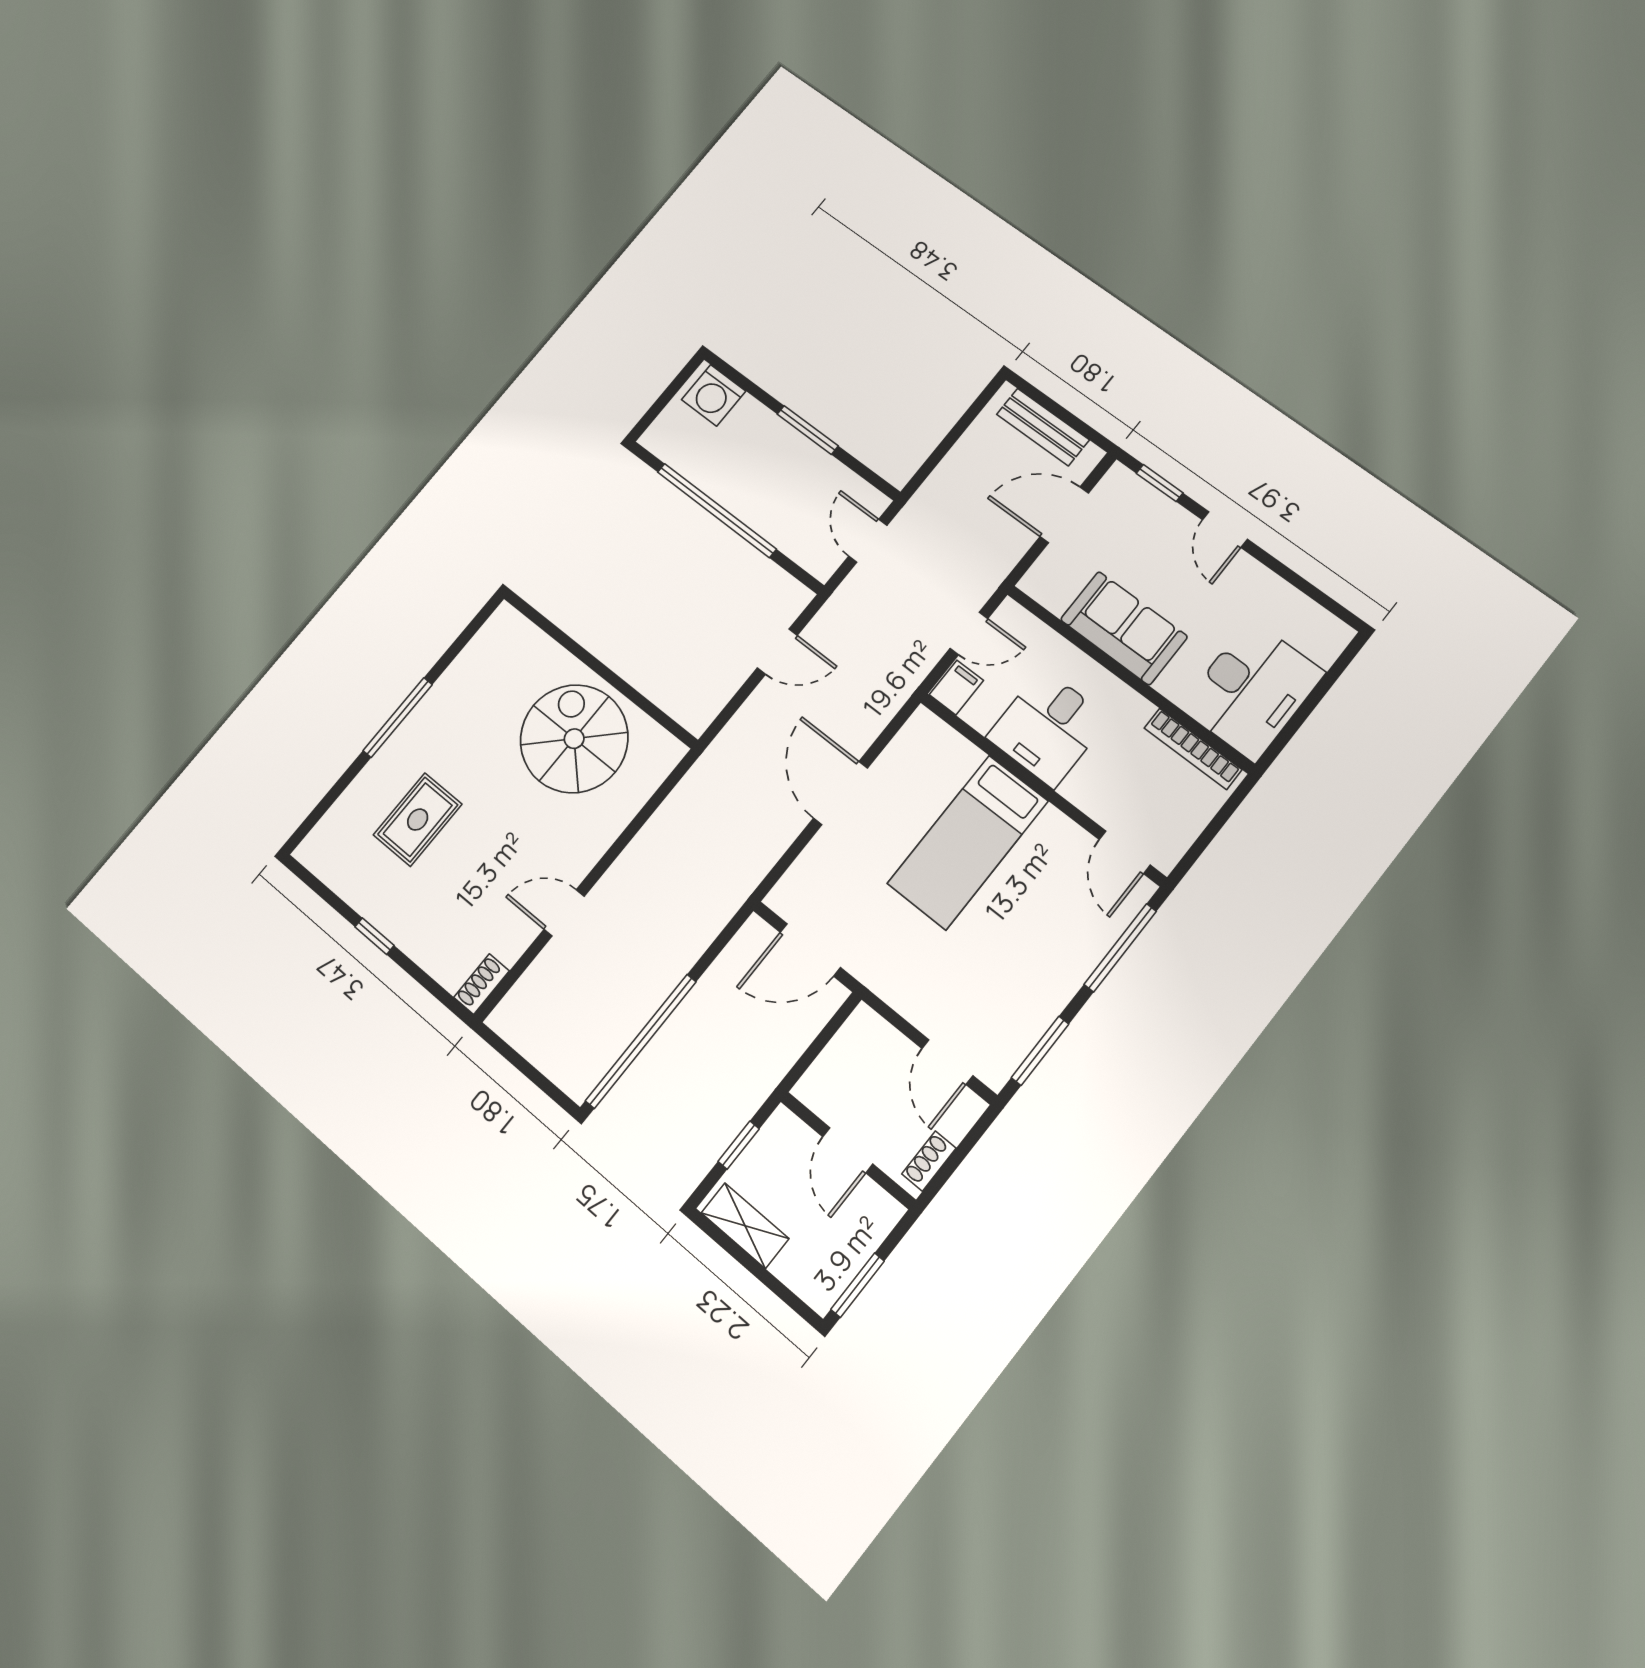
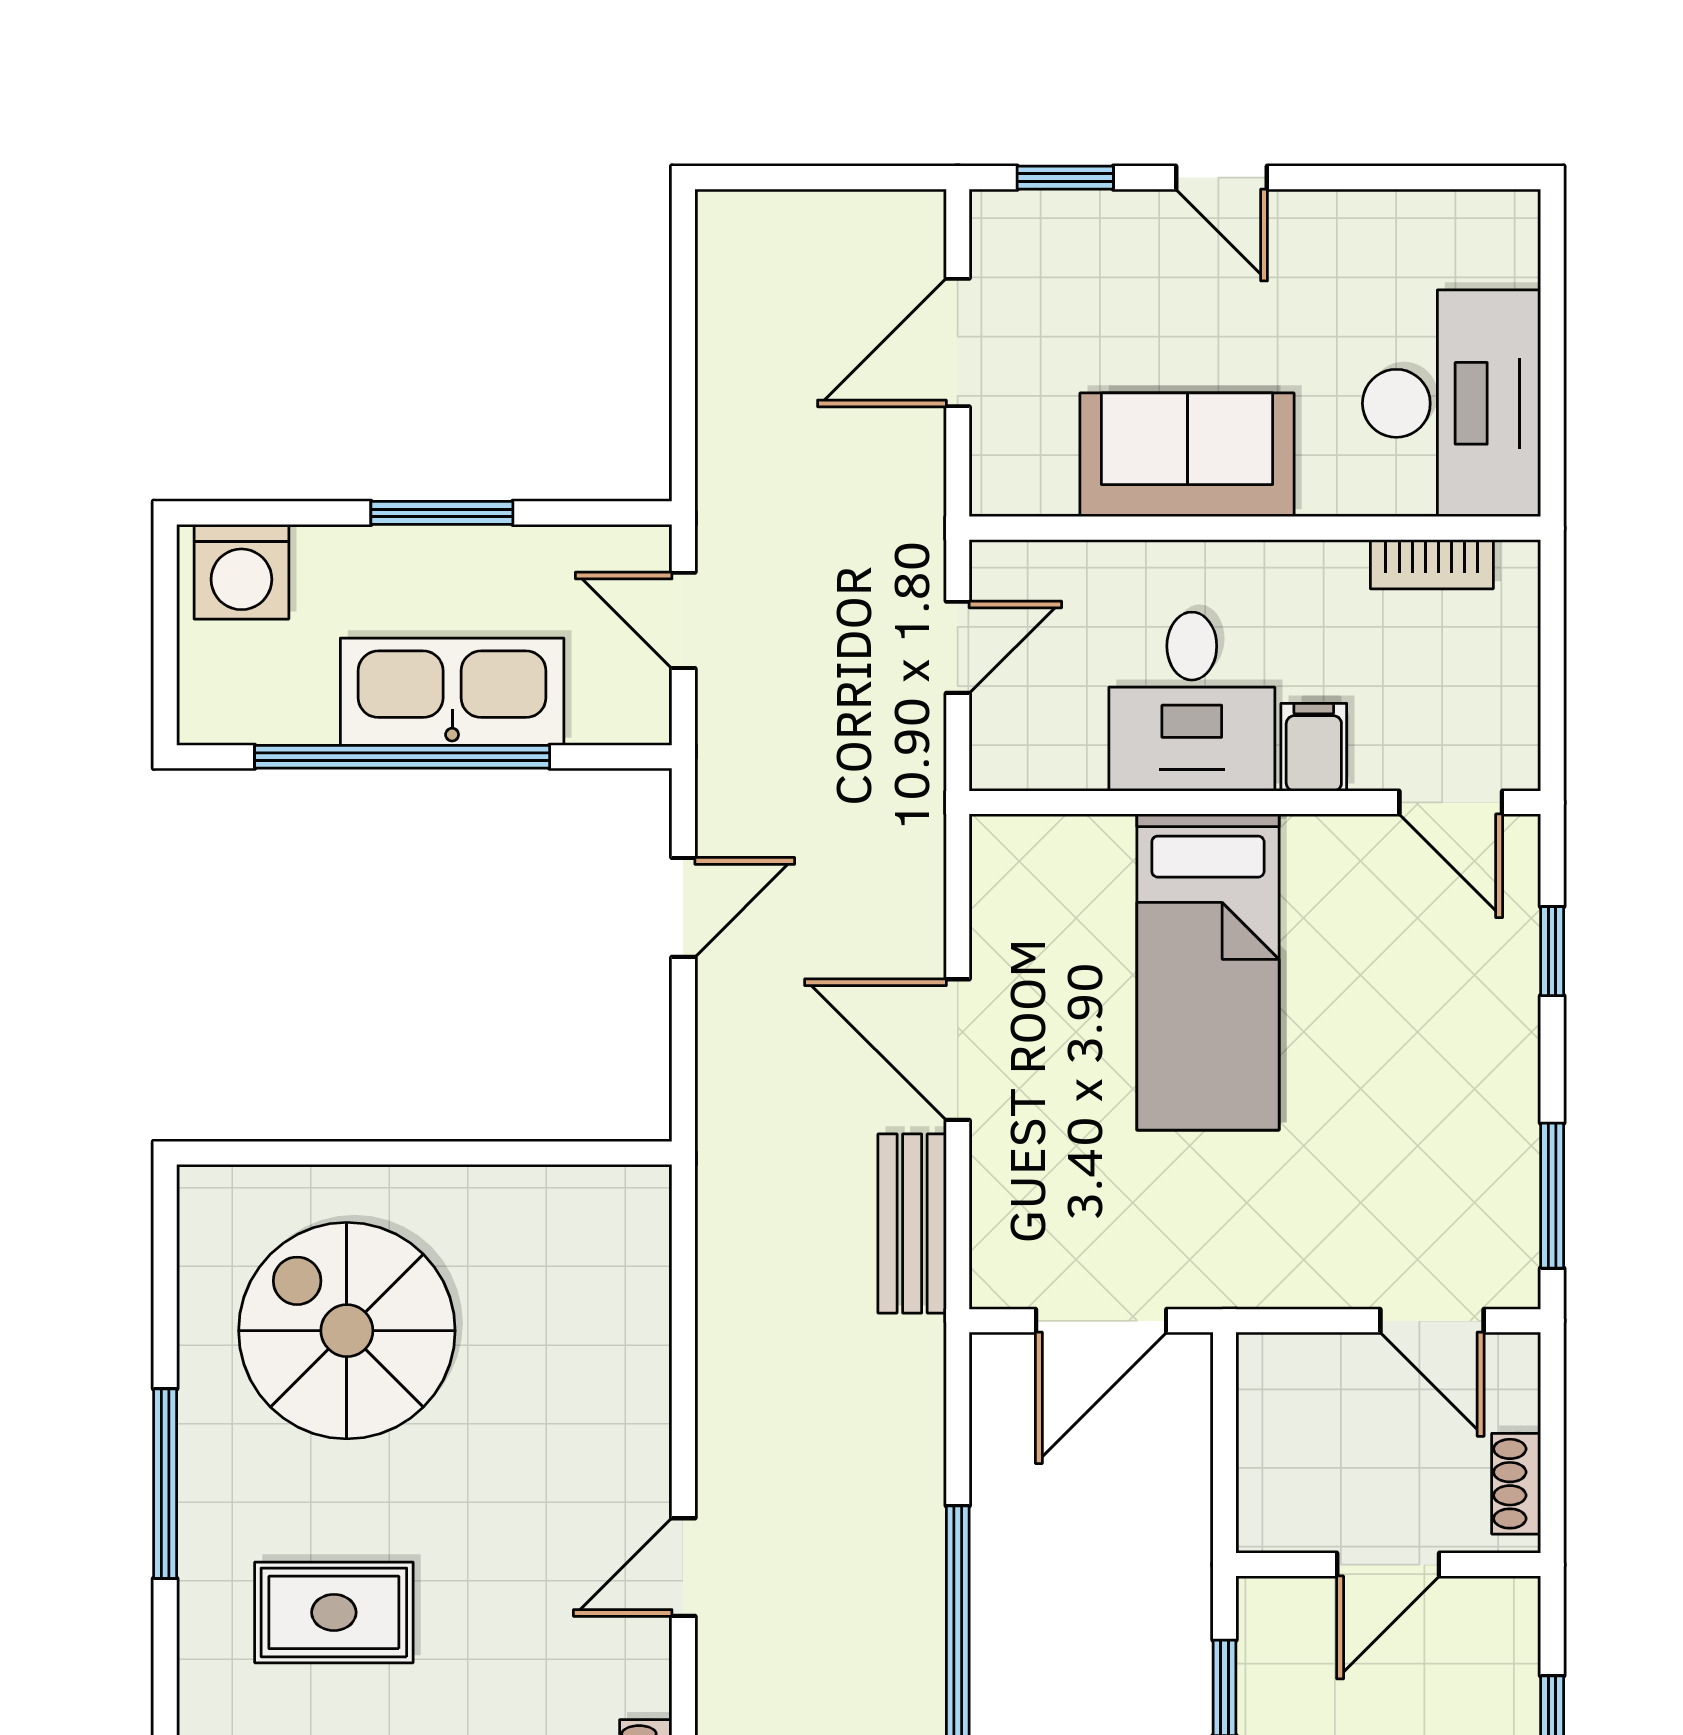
bench: (1043, 427) -> (912, 1223), moved, turned 90
kitchen sink: (756, 500) -> (452, 692), added
filing cabinet: (956, 688) -> (1314, 747), moved
spiral stairs: (574, 739) -> (347, 1331), moved
bookcase: (1193, 749) -> (1432, 564), width x0.64
rug: (418, 820) -> (334, 1612), turned 90
window: (1120, 948) -> (1552, 951), width x0.46
door: (848, 1150) -> (1388, 1565), hinge flipped

